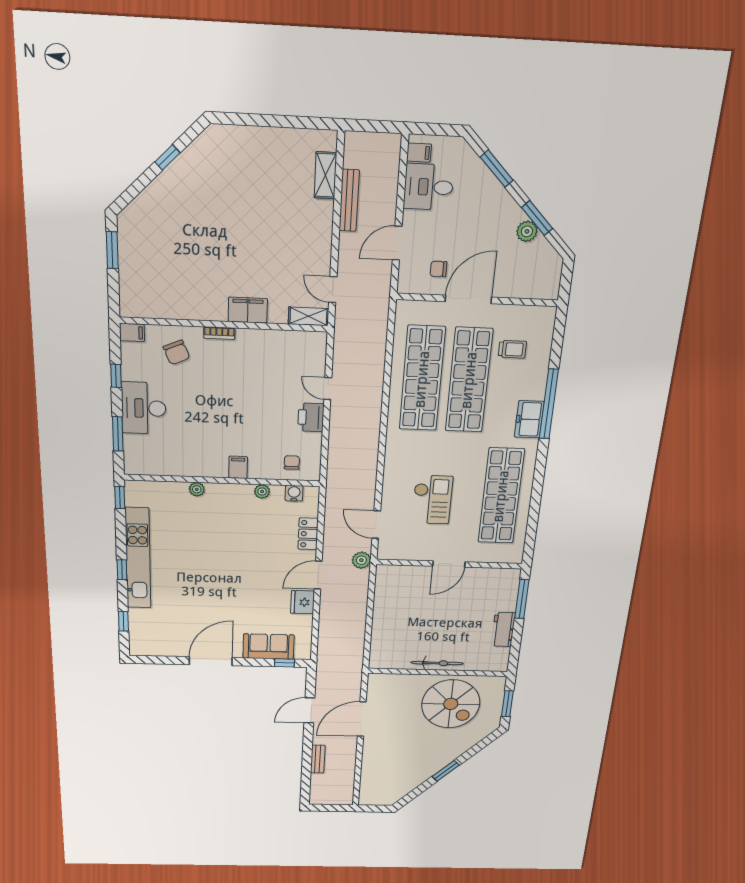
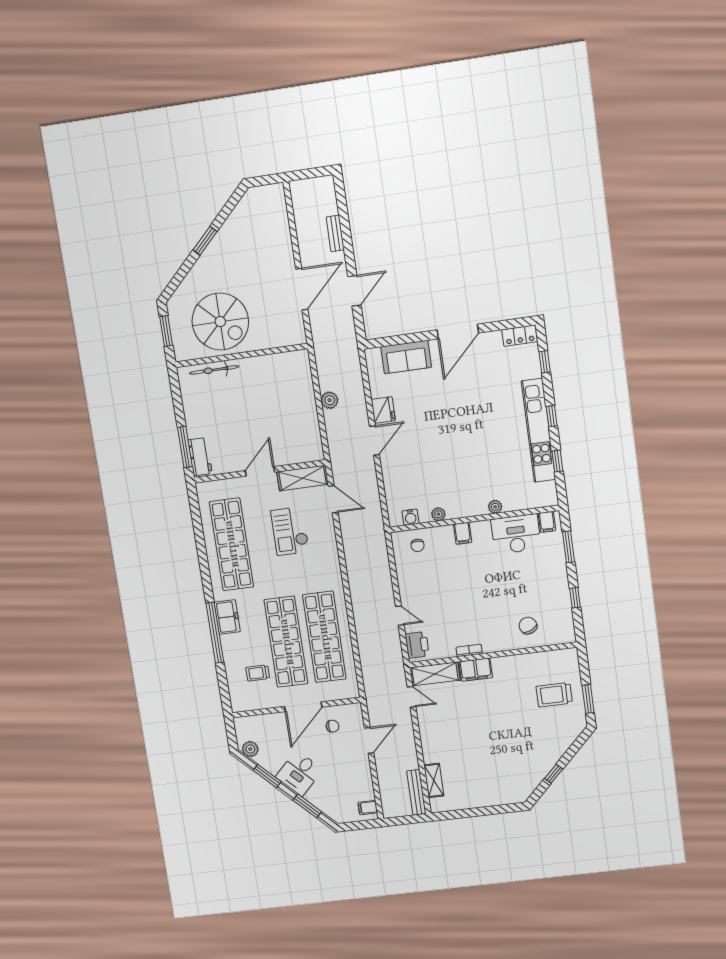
desk: (429, 187) -> (299, 773), moved, turned 135
bench: (349, 200) -> (416, 792), moved
plant: (527, 231) -> (250, 749), moved
trolley: (155, 263) -> (554, 695), added
shelving: (309, 316) -> (435, 674), width x1.50, depth x1.33
filing cabinet: (132, 333) -> (547, 522), moved, turned -90
bookcase: (219, 333) -> (469, 650), moved
desk: (144, 408) -> (516, 534), moved, turned -90
printer: (311, 417) -> (417, 645), moved
window: (120, 498) -> (557, 461), moved
locker: (308, 534) -> (520, 336), moved, turned 90
shelving: (404, 551) -> (303, 478), added
plant: (361, 560) -> (330, 400), moved
workbench: (503, 630) -> (200, 457), moved
window: (284, 663) -> (388, 341), removed
bicycle: (437, 663) -> (214, 370), moved
spiral stairs: (451, 704) -> (220, 322), turned 180

